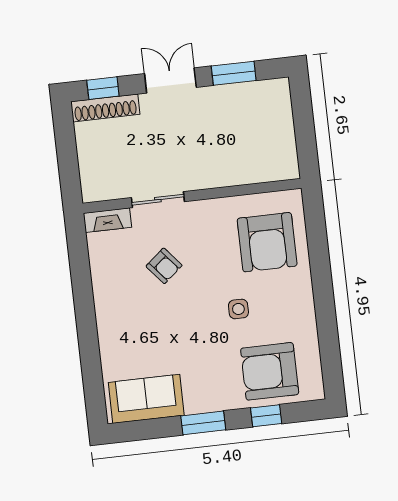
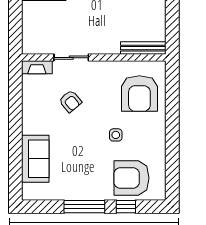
bench: (265, 173) -> (143, 48), added
sofa: (146, 399) -> (35, 159), moved, turned 90
window: (203, 423) -> (84, 207), width x1.44

